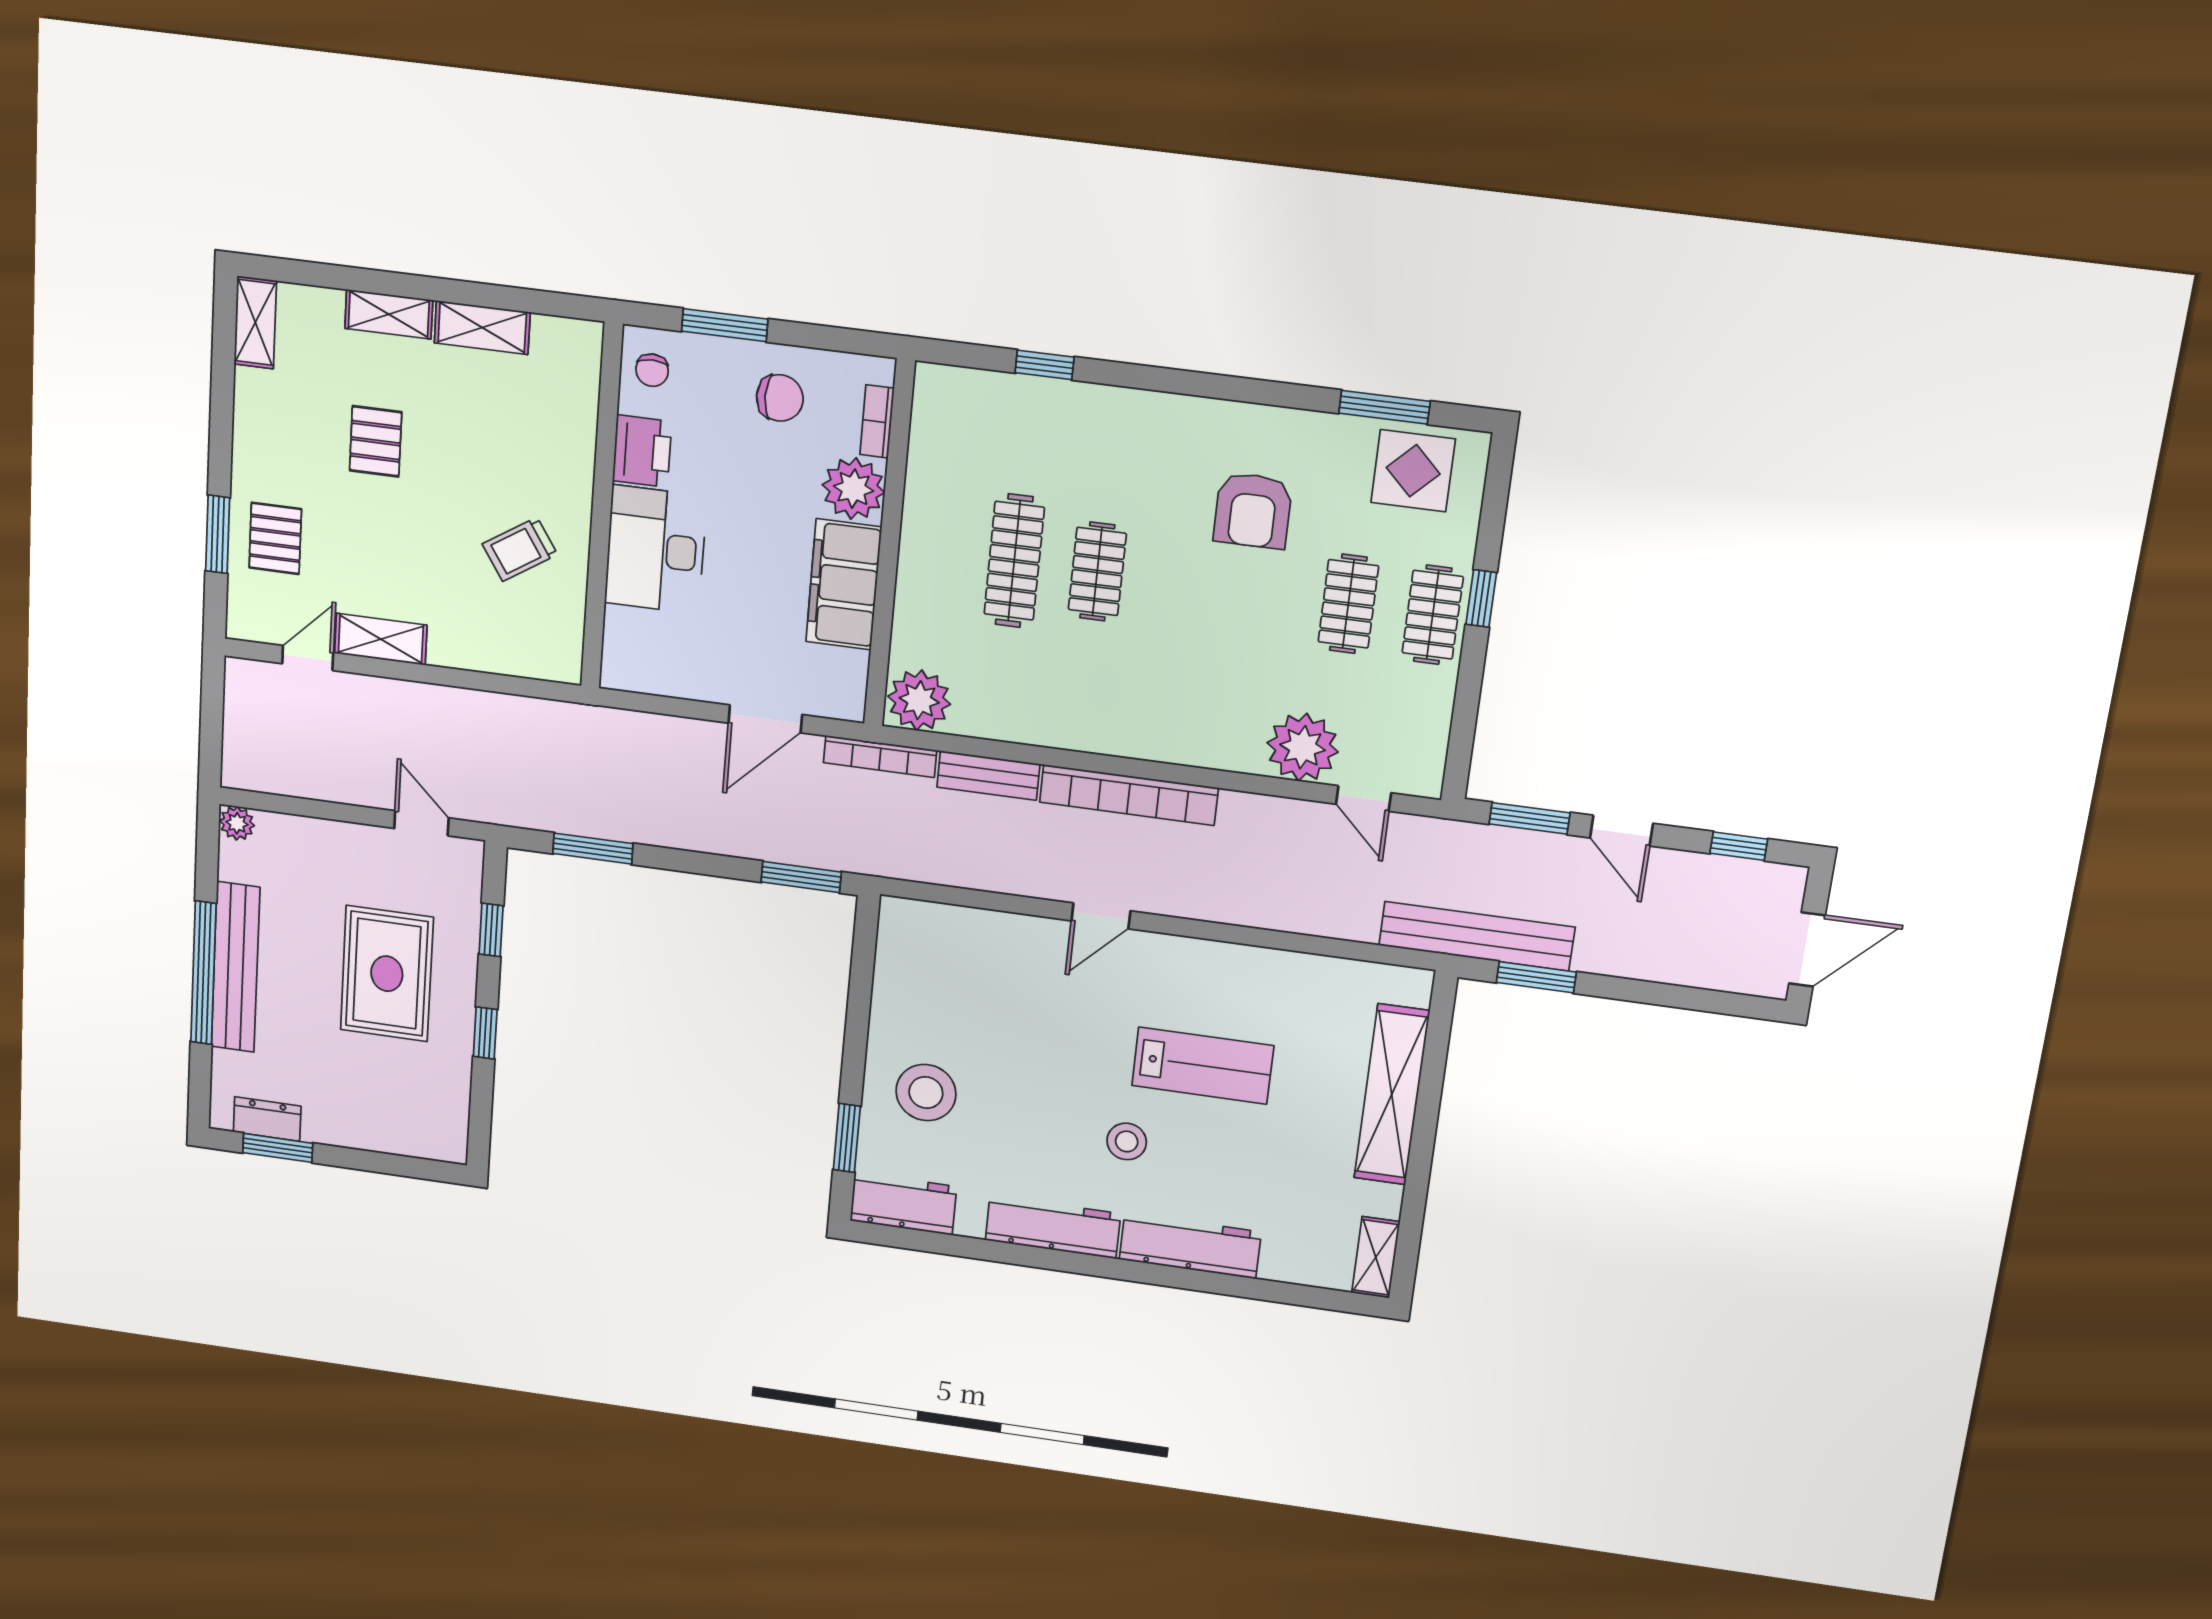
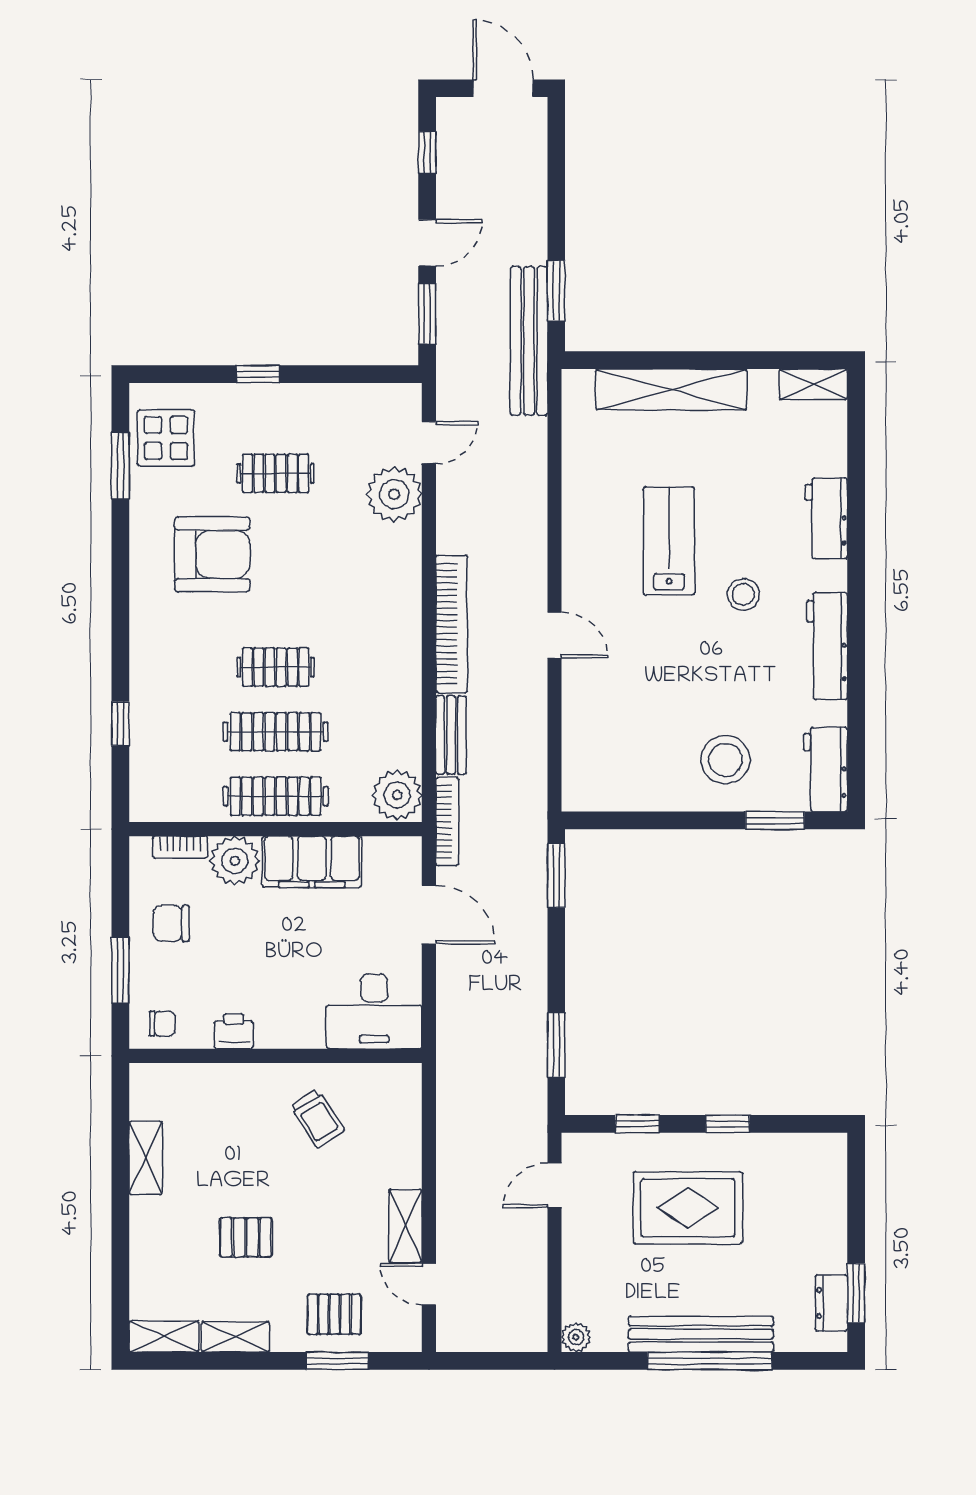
shelving: (389, 314) -> (235, 1337), moved, turned 90
chair: (780, 398) -> (171, 923), turned -90
printer: (642, 451) -> (234, 1031), width x0.73, depth x0.81
armchair: (1253, 510) -> (212, 554), width x1.36, depth x1.36
desk: (655, 550) -> (374, 1011), moved
clothes rail: (1433, 615) -> (276, 796), moved, width x1.36
workbench: (1190, 1246) -> (826, 518), width x0.73

